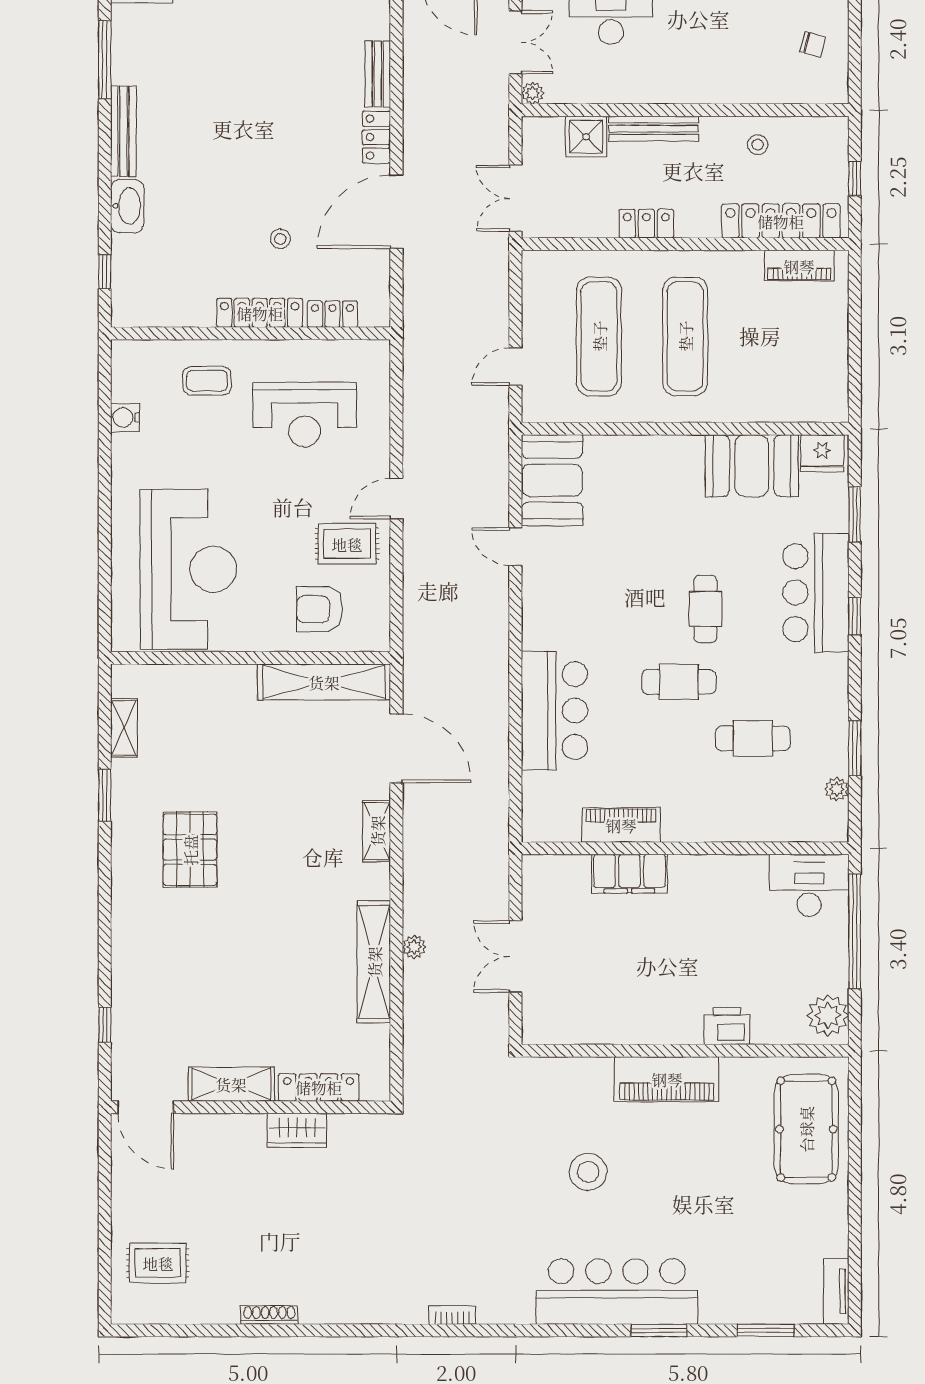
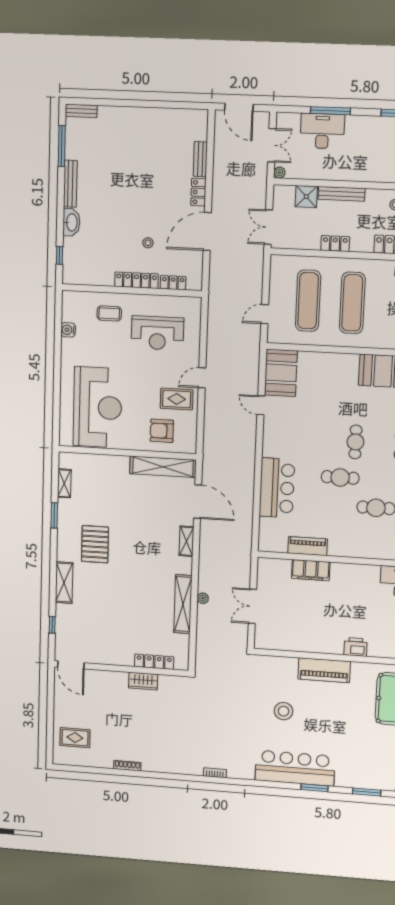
shelving: (231, 1084) -> (64, 583), moved, turned 90

